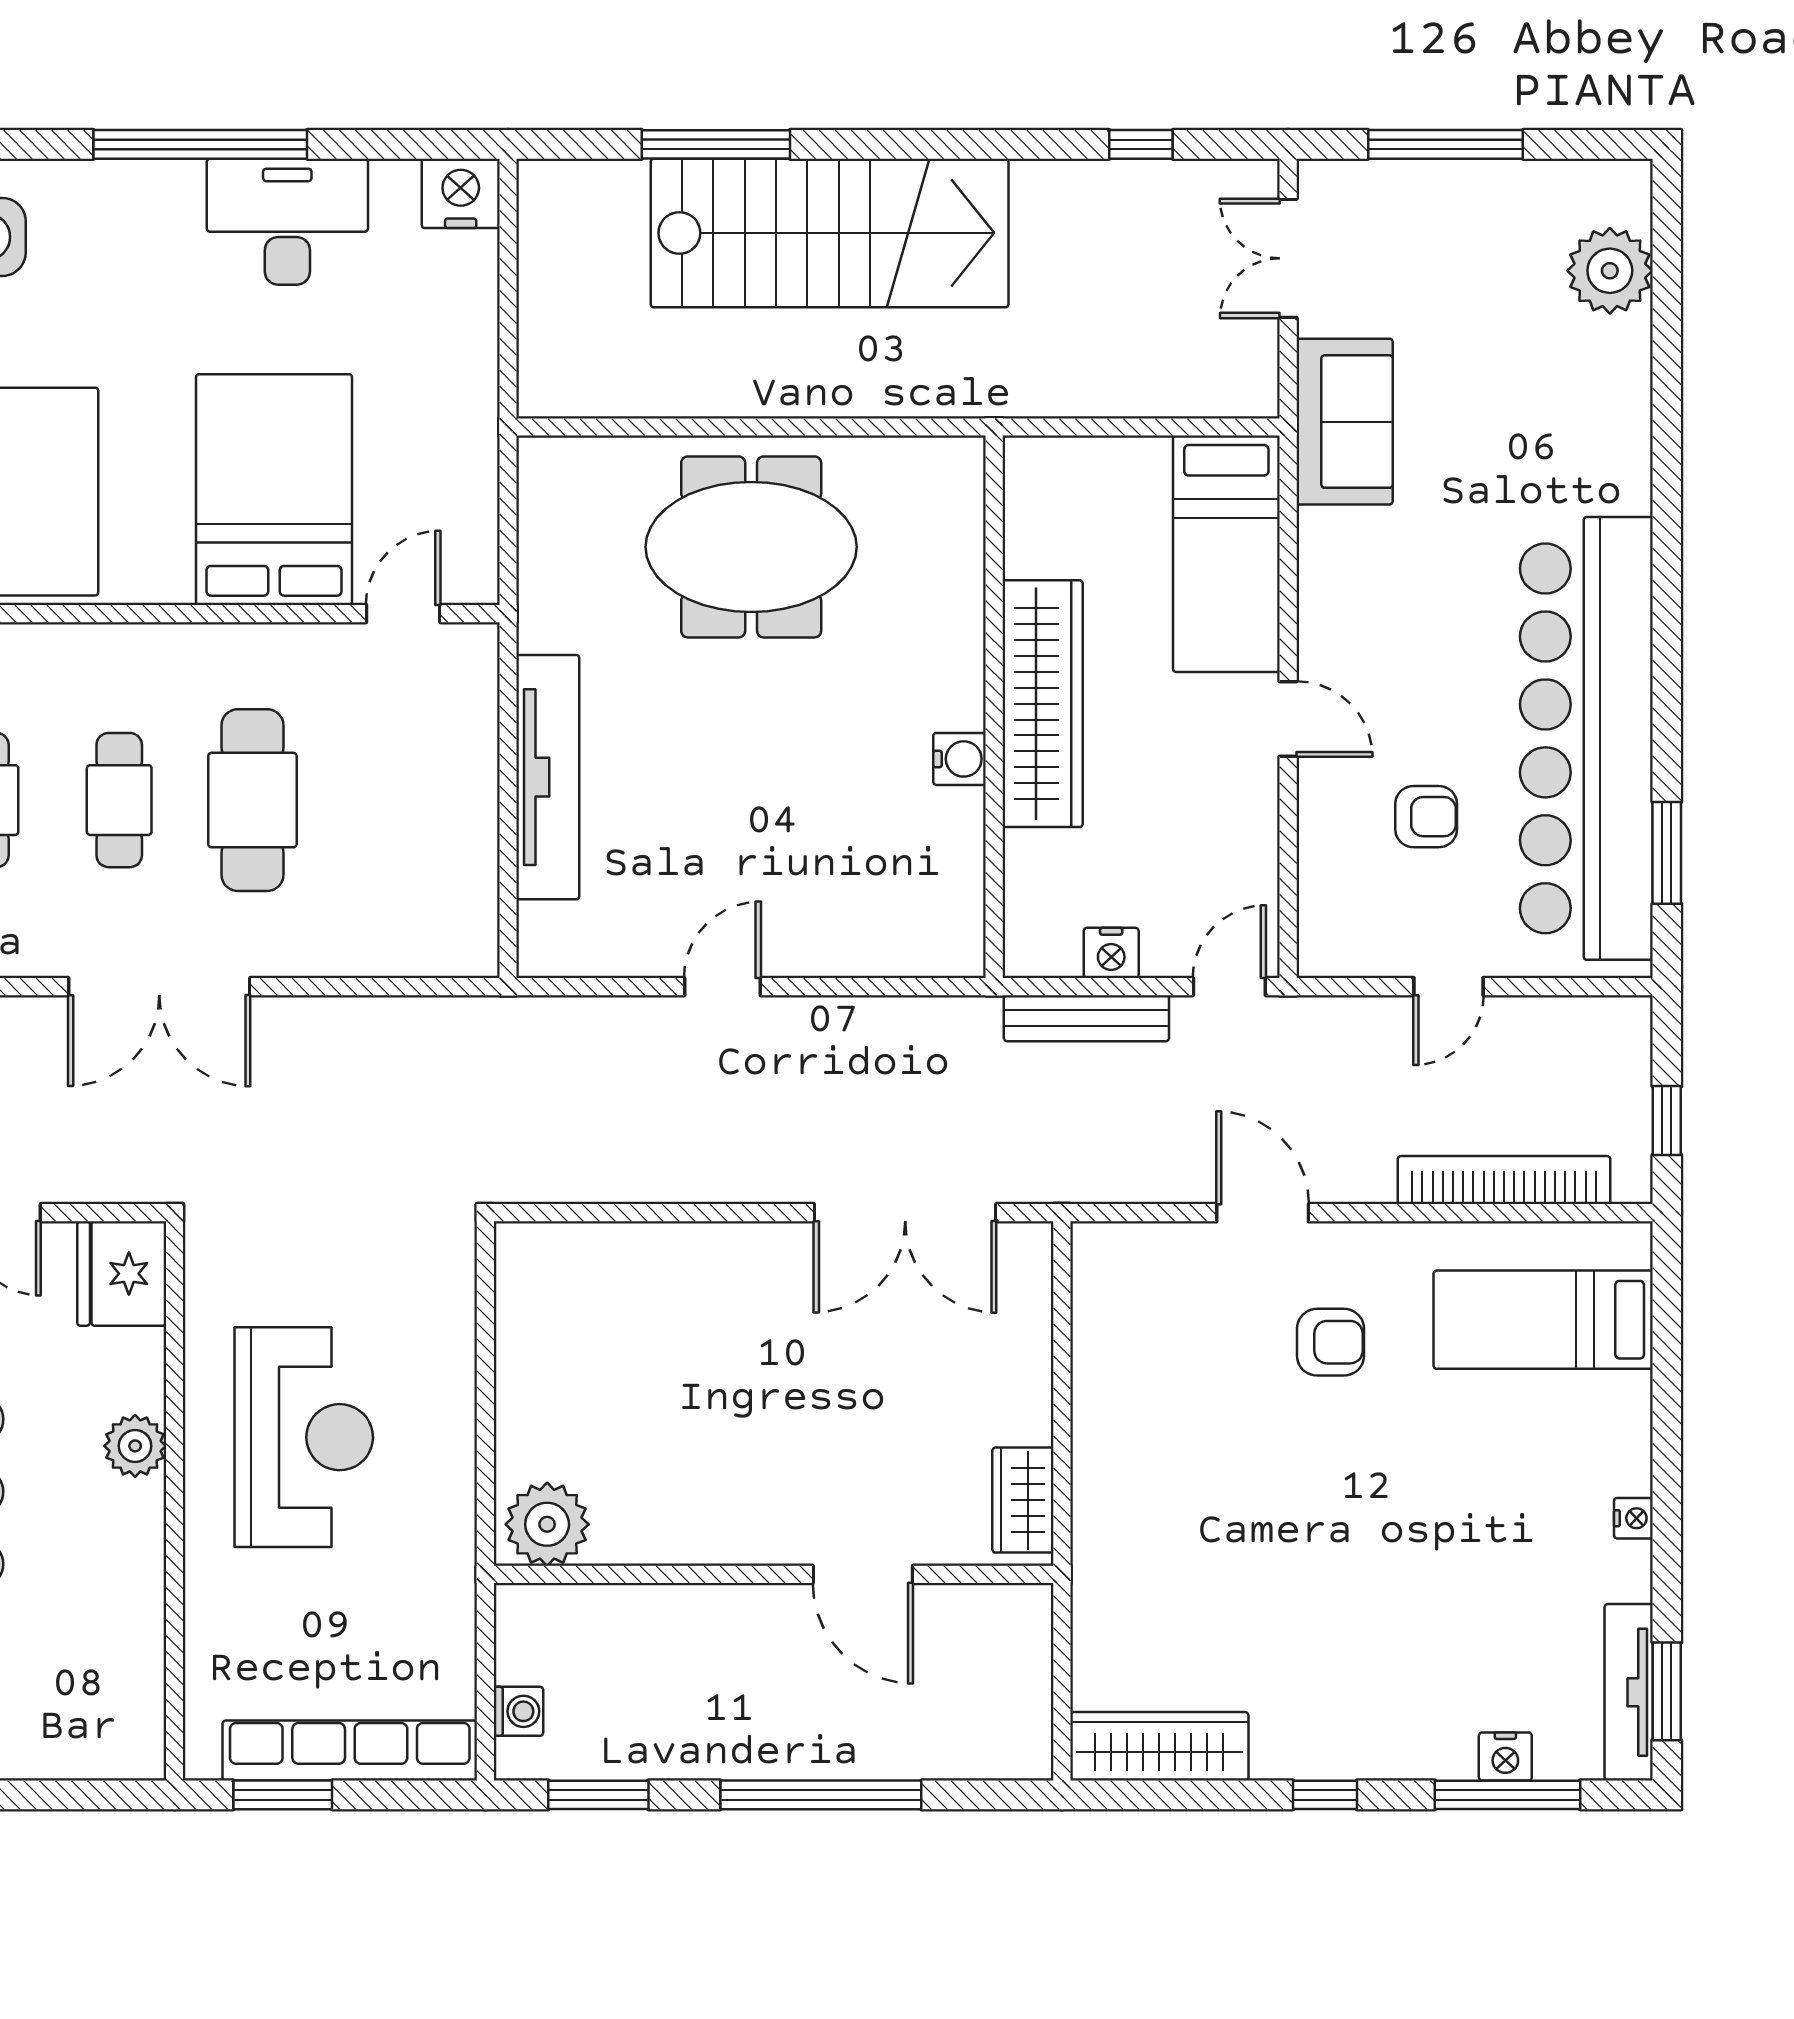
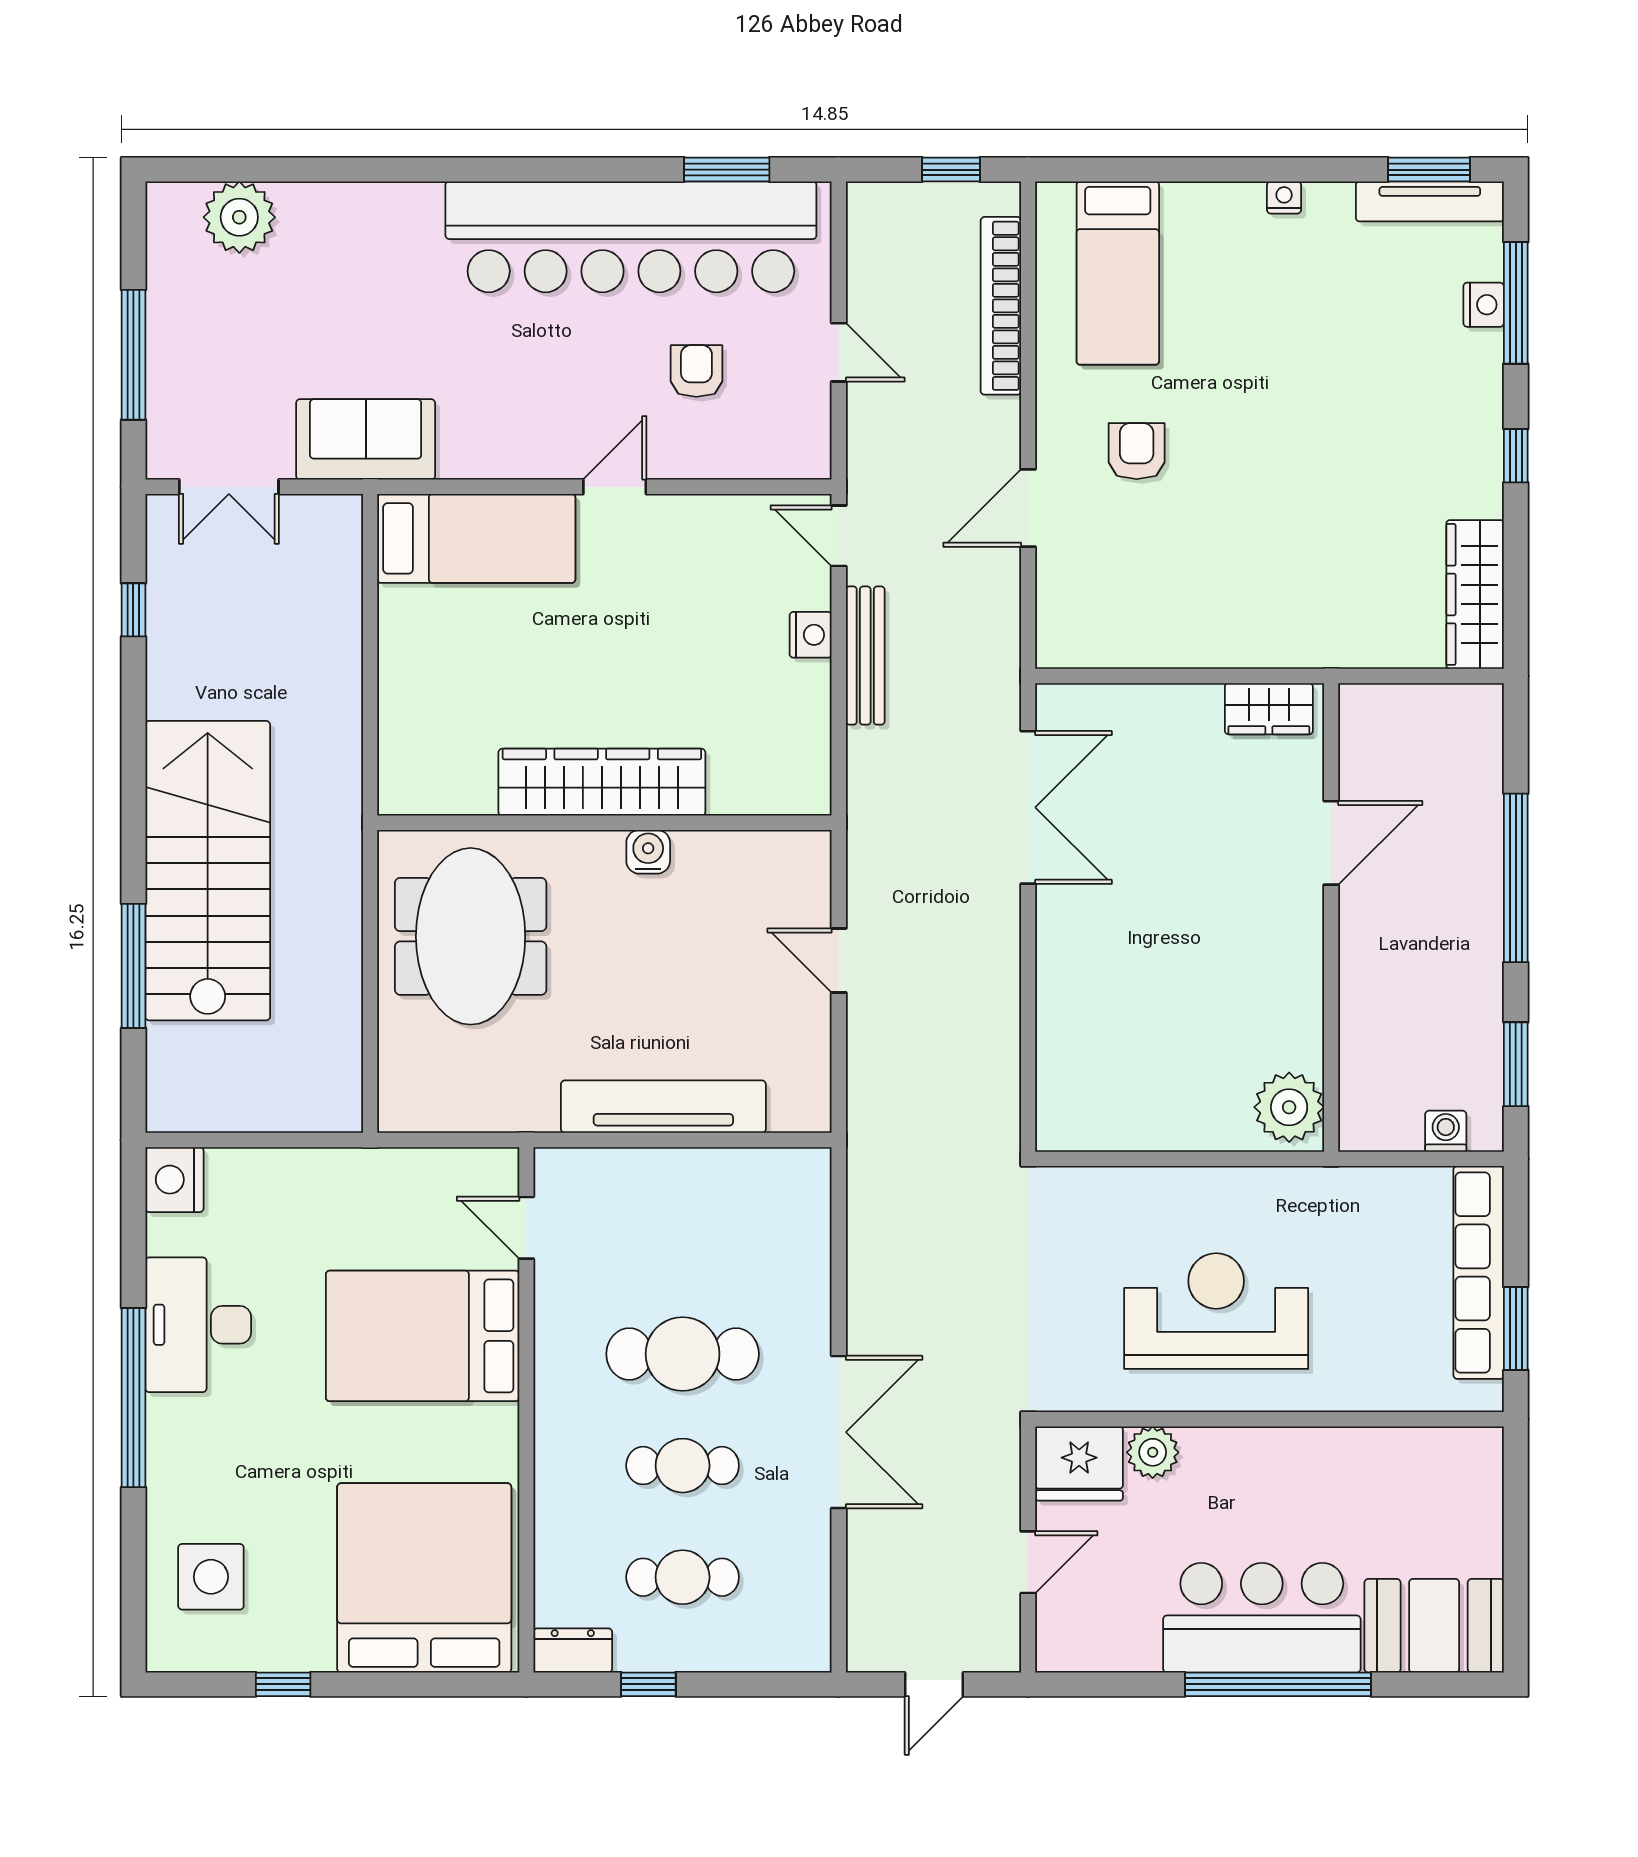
wardrobe: (1043, 704) -> (602, 782), moved
wall: (994, 707) -> (604, 823), moved
water cooler: (959, 759) -> (648, 852), moved
plant: (135, 1446) -> (1153, 1452), moved

